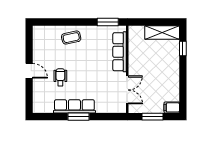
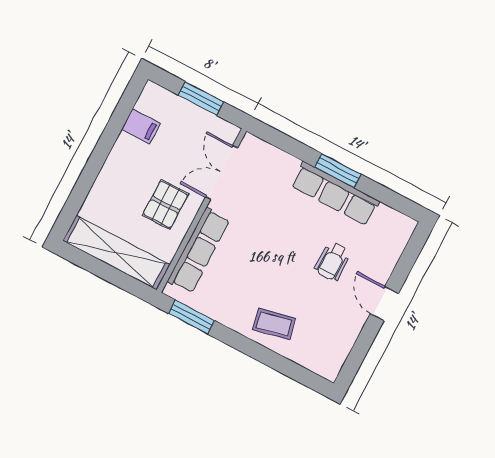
shelving: (162, 32) -> (116, 253), width x1.47
window: (183, 49) -> (79, 195), removed
pallet: (144, 64) -> (165, 205), added
filing cabinet: (172, 107) -> (141, 126), moved

